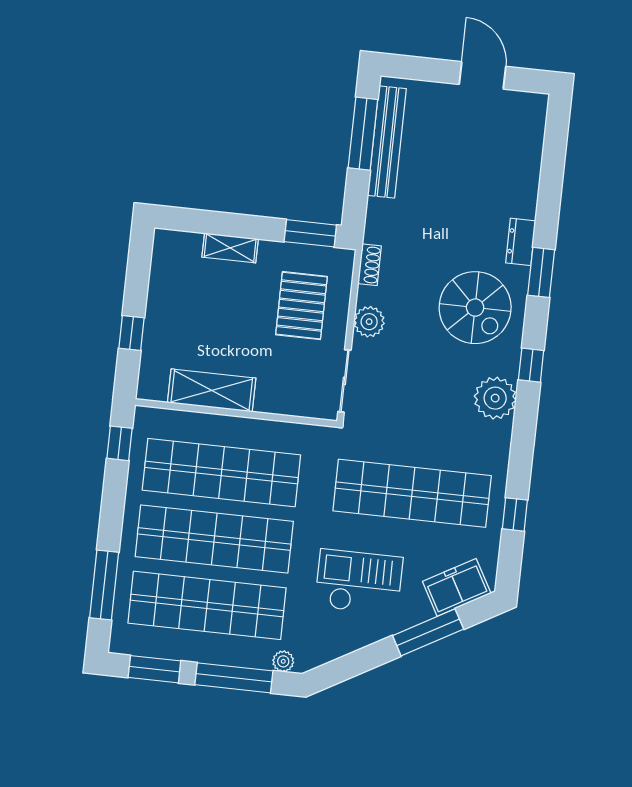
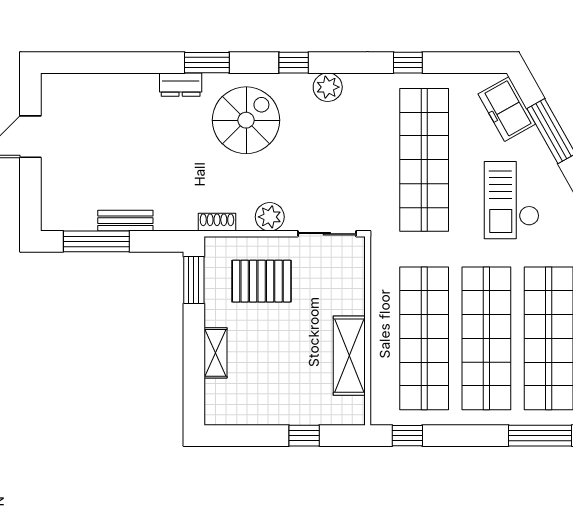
bench: (387, 142) -> (125, 221), width x0.54, depth x0.82
plant: (495, 398) -> (328, 87), width x0.73, depth x0.73
window: (515, 514) -> (408, 63), moved

